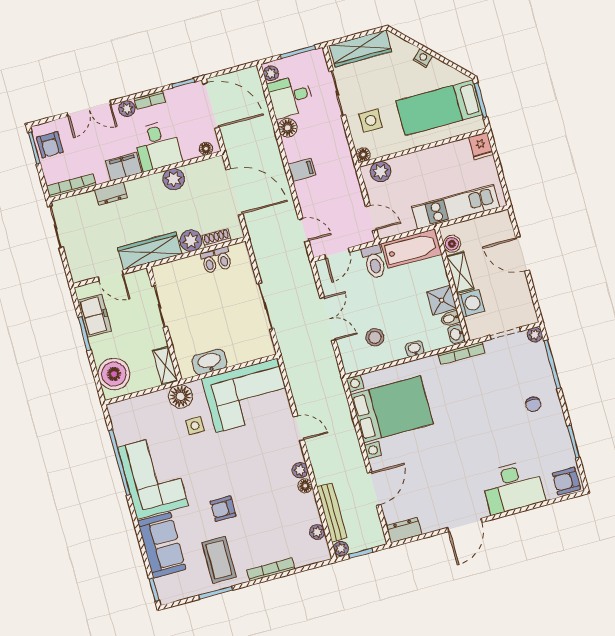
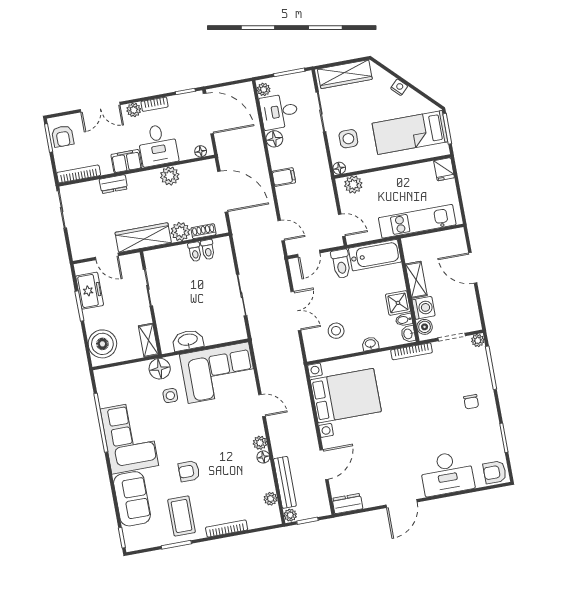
boiler: (452, 244) -> (425, 327), moved

